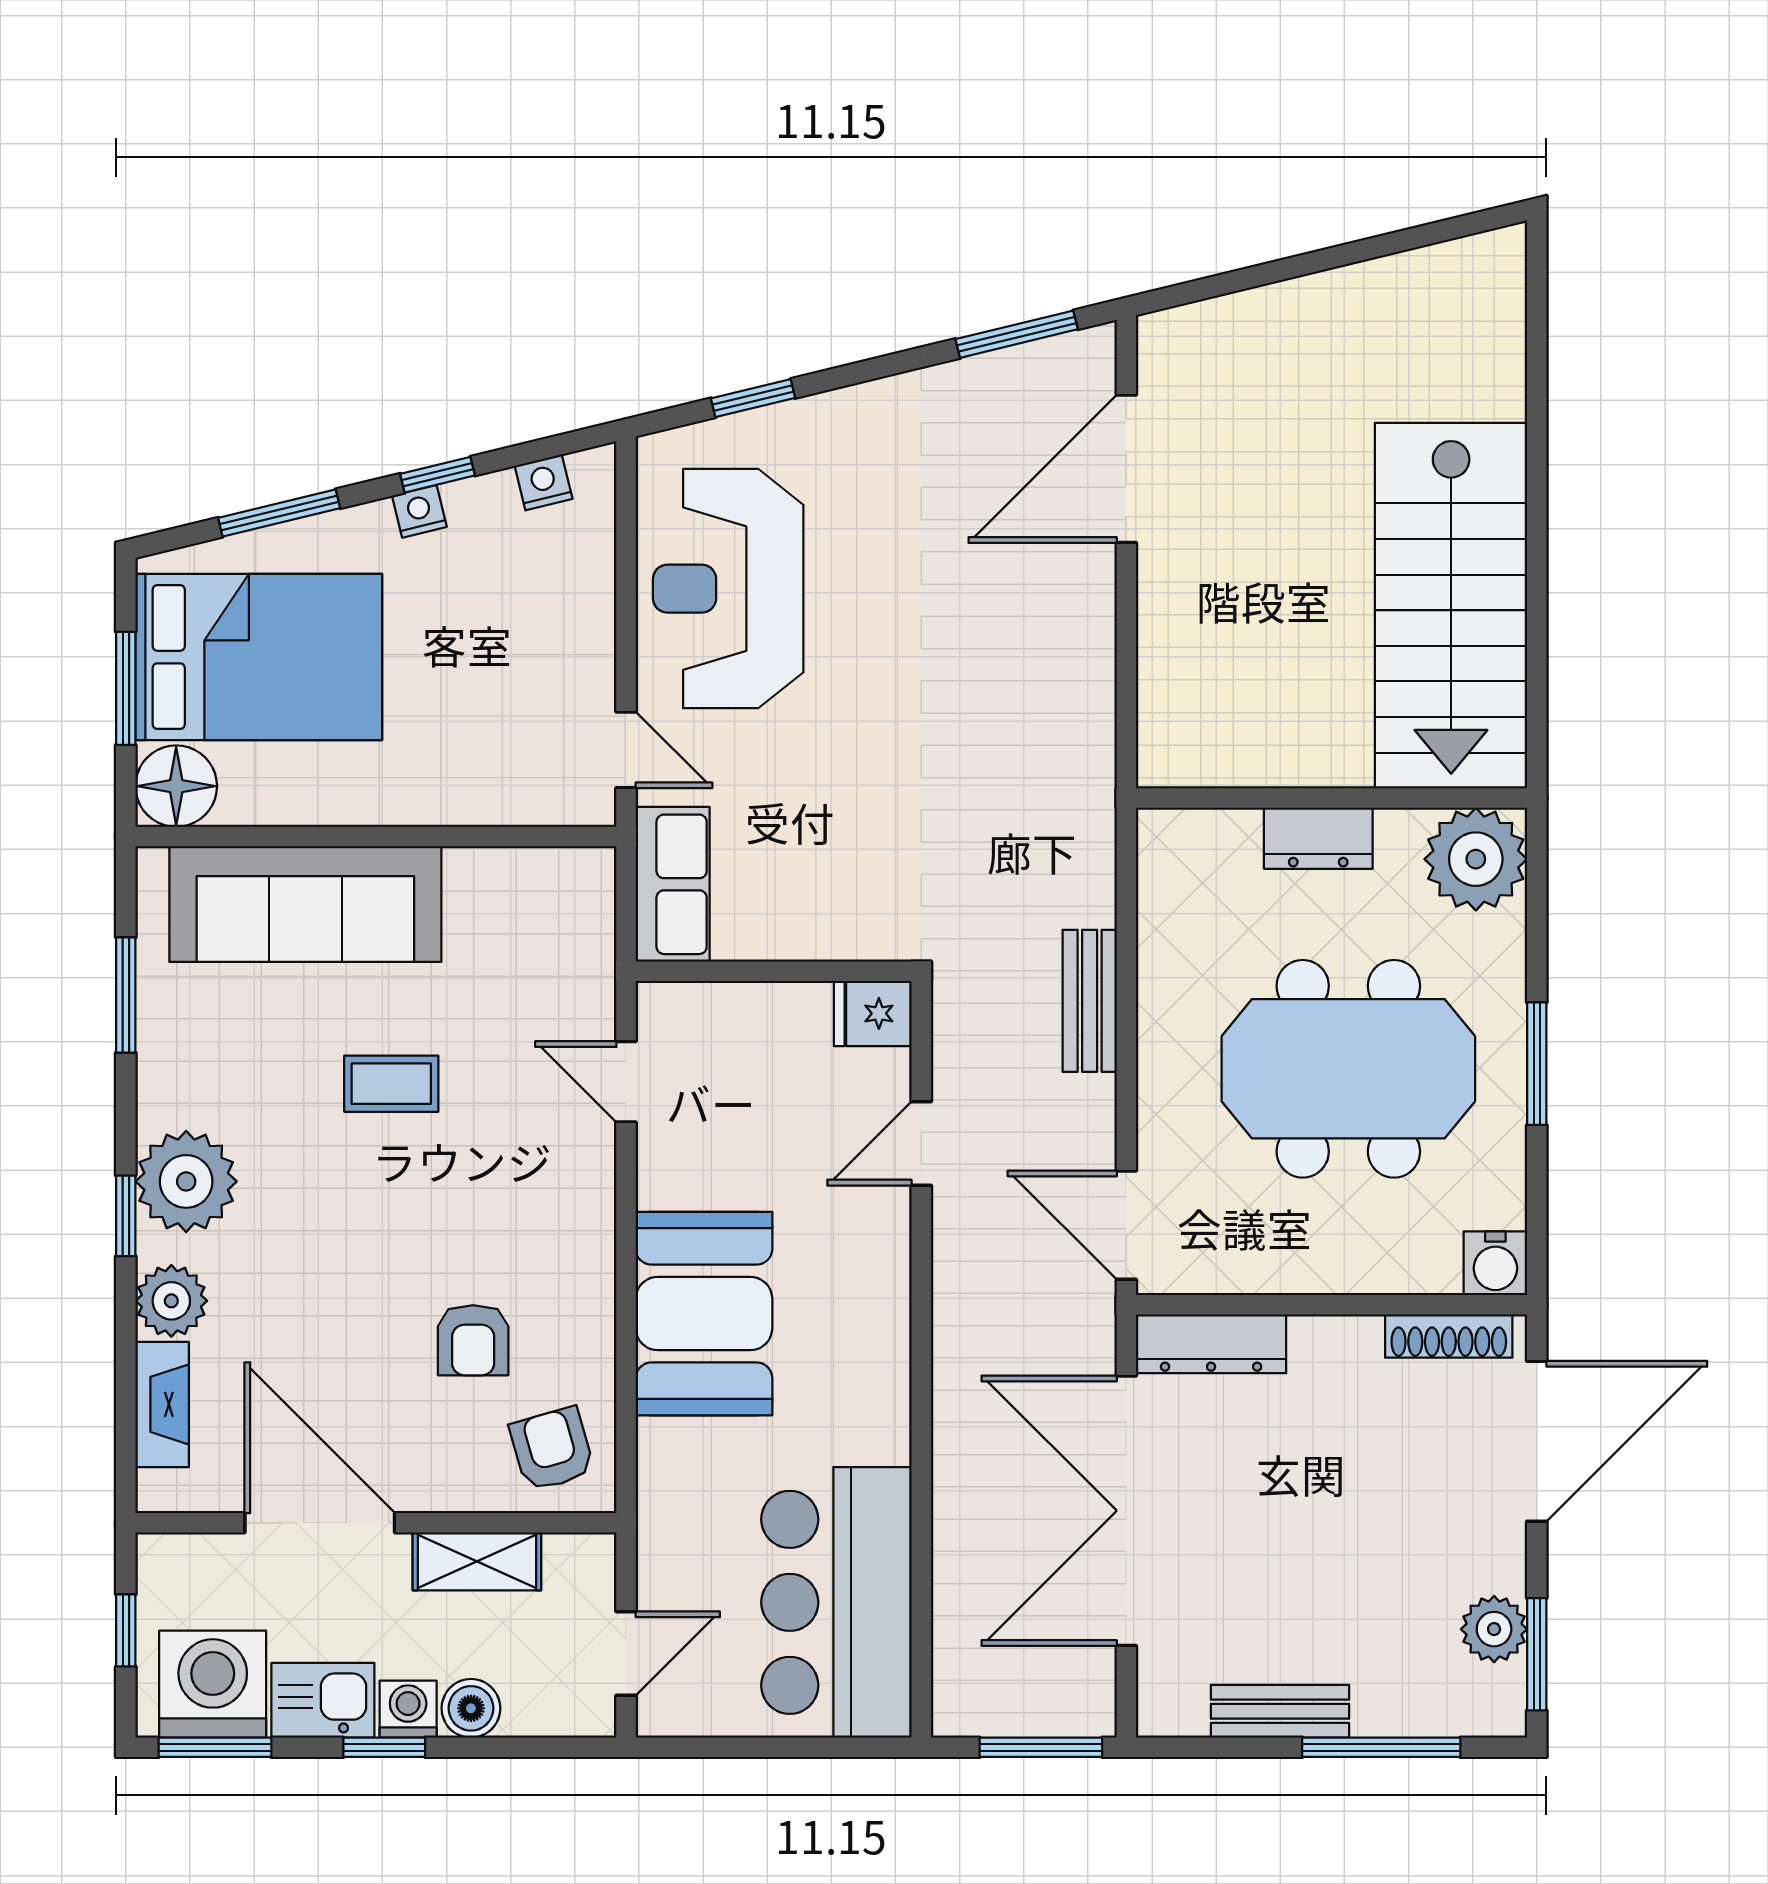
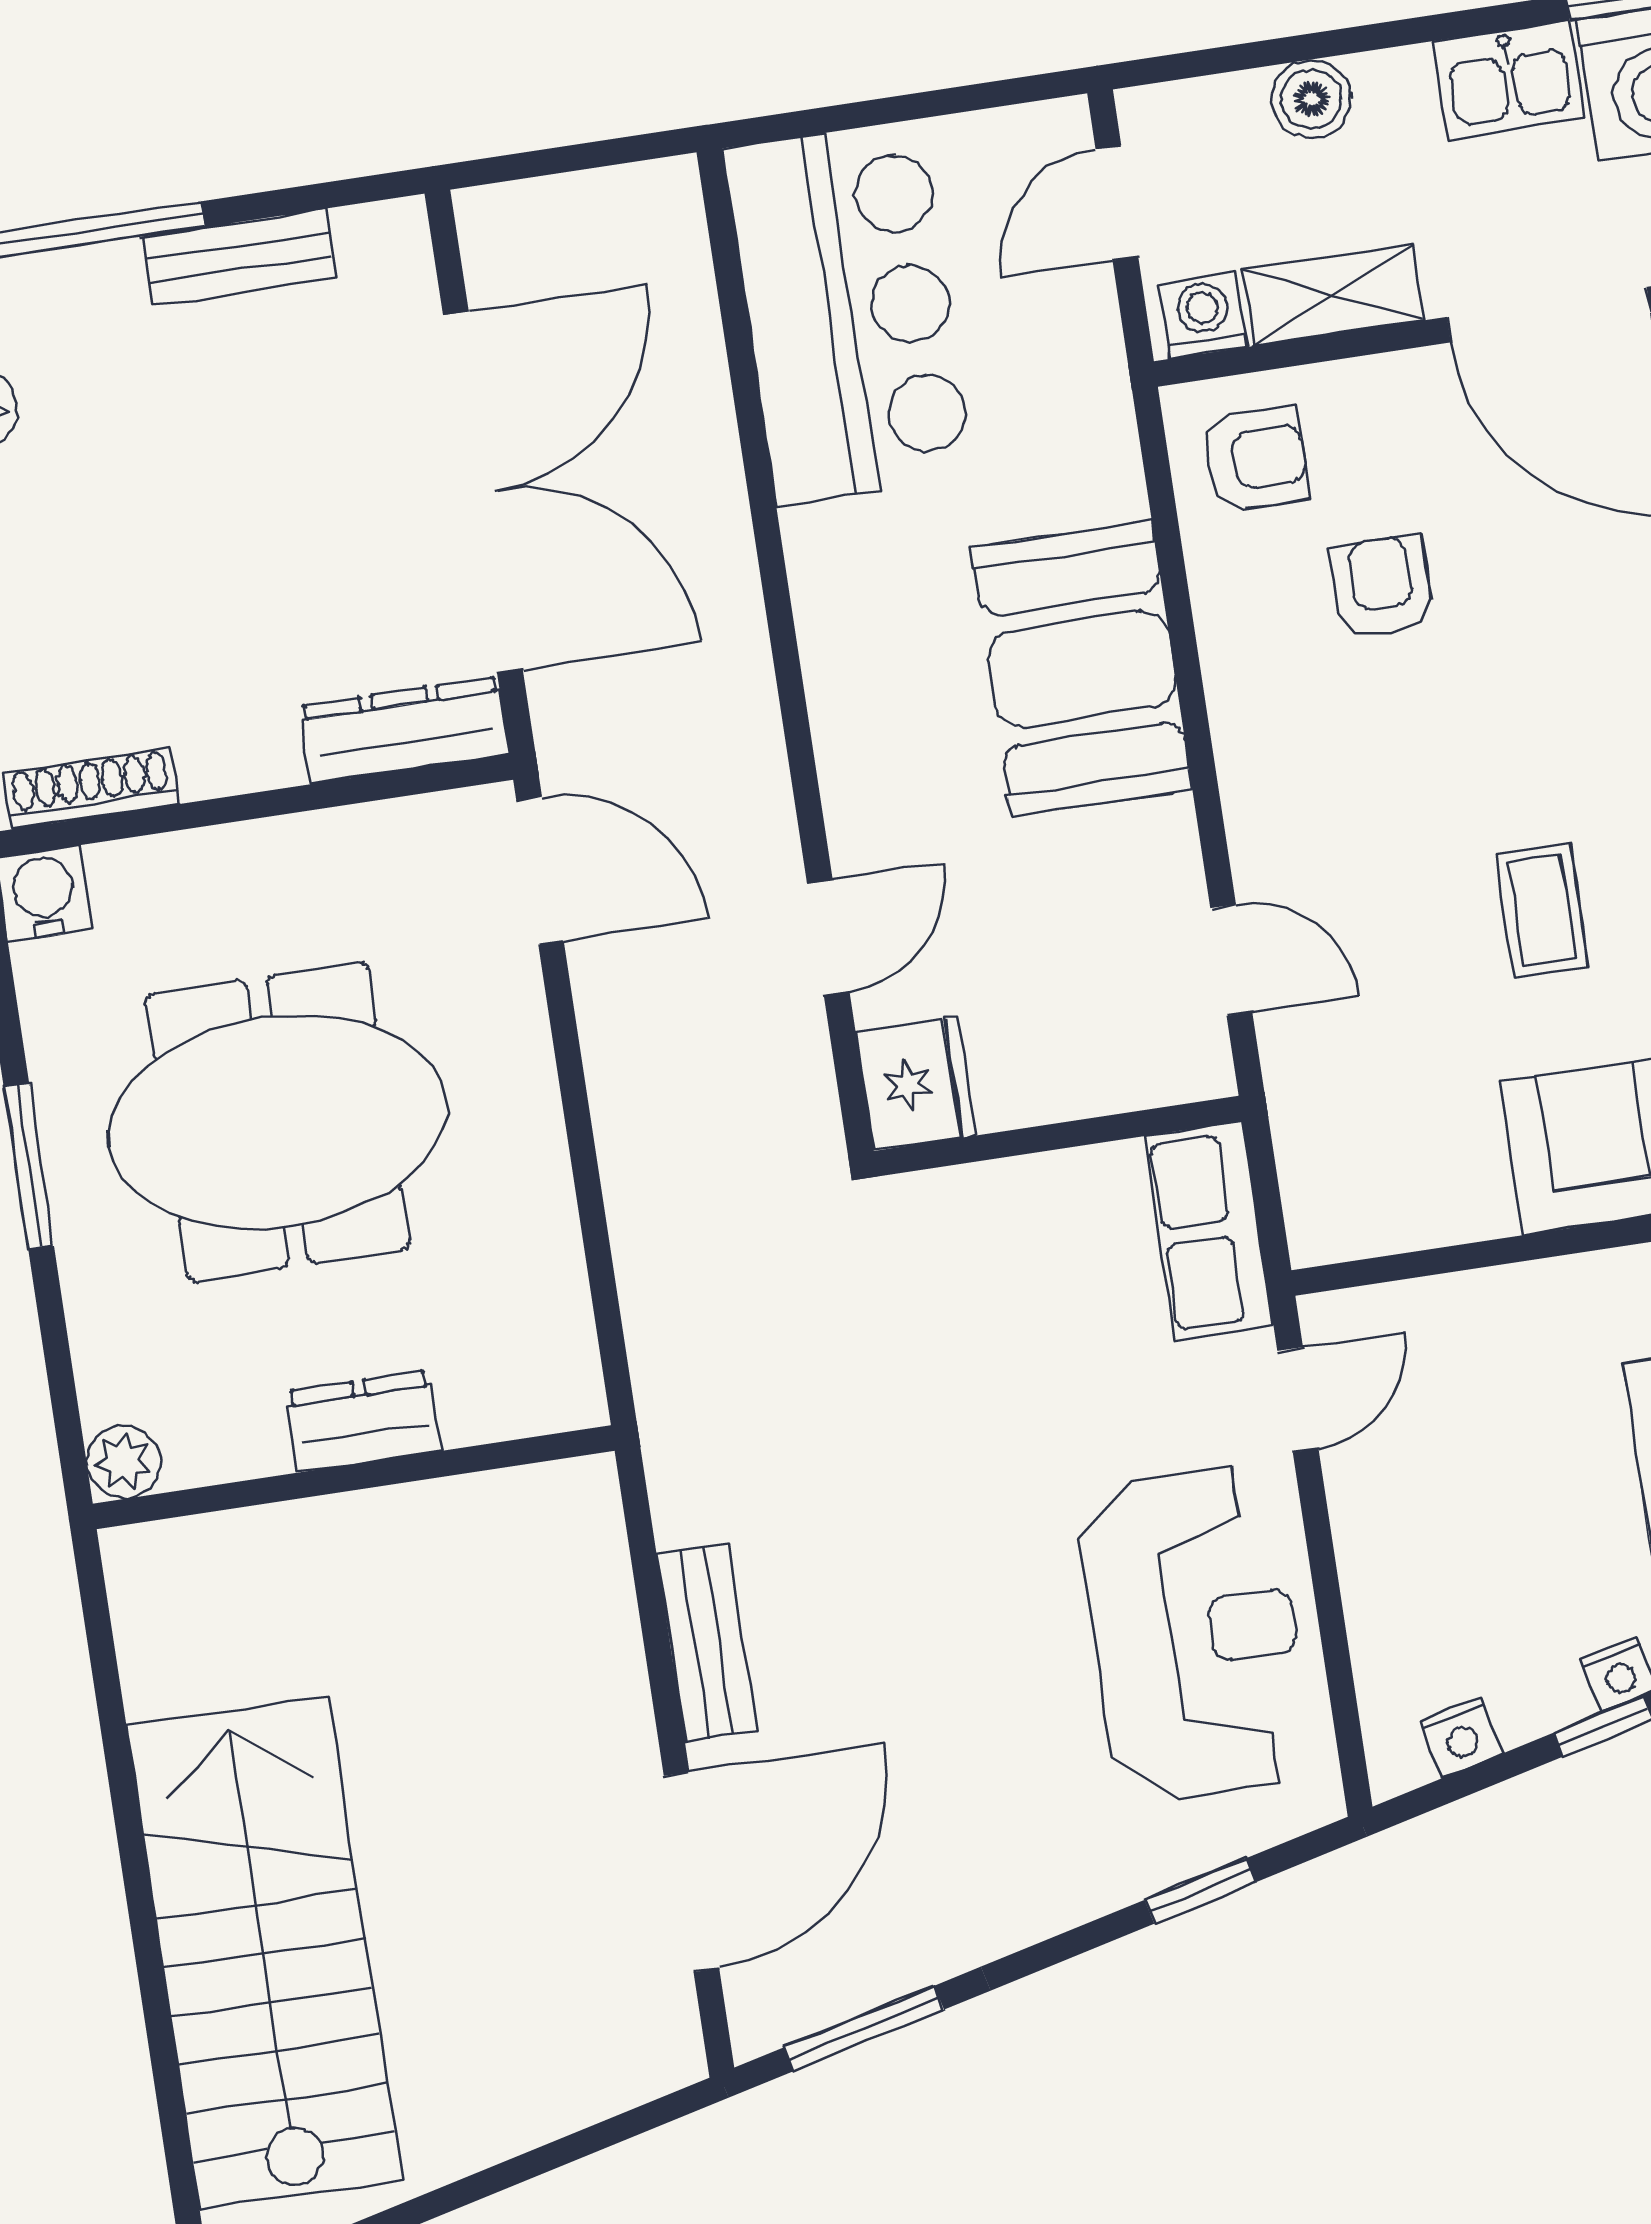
stairs: (1451, 606) -> (264, 1953), moved
door: (626, 750) -> (1298, 1400), swing flipped
plant: (1476, 859) -> (124, 1462), width x0.53, depth x0.53
bench: (1090, 1001) -> (707, 1643), moved
fridge: (873, 1013) -> (916, 1083), width x1.38
coffee table: (391, 1084) -> (1542, 911), turned 90
armchair: (552, 1449) -> (1256, 459), turned -74
washing machine: (408, 1709) -> (1203, 315), moved, turned 180
window: (384, 1747) -> (1418, 30), removed
window: (1041, 1747) -> (549, 162), removed

